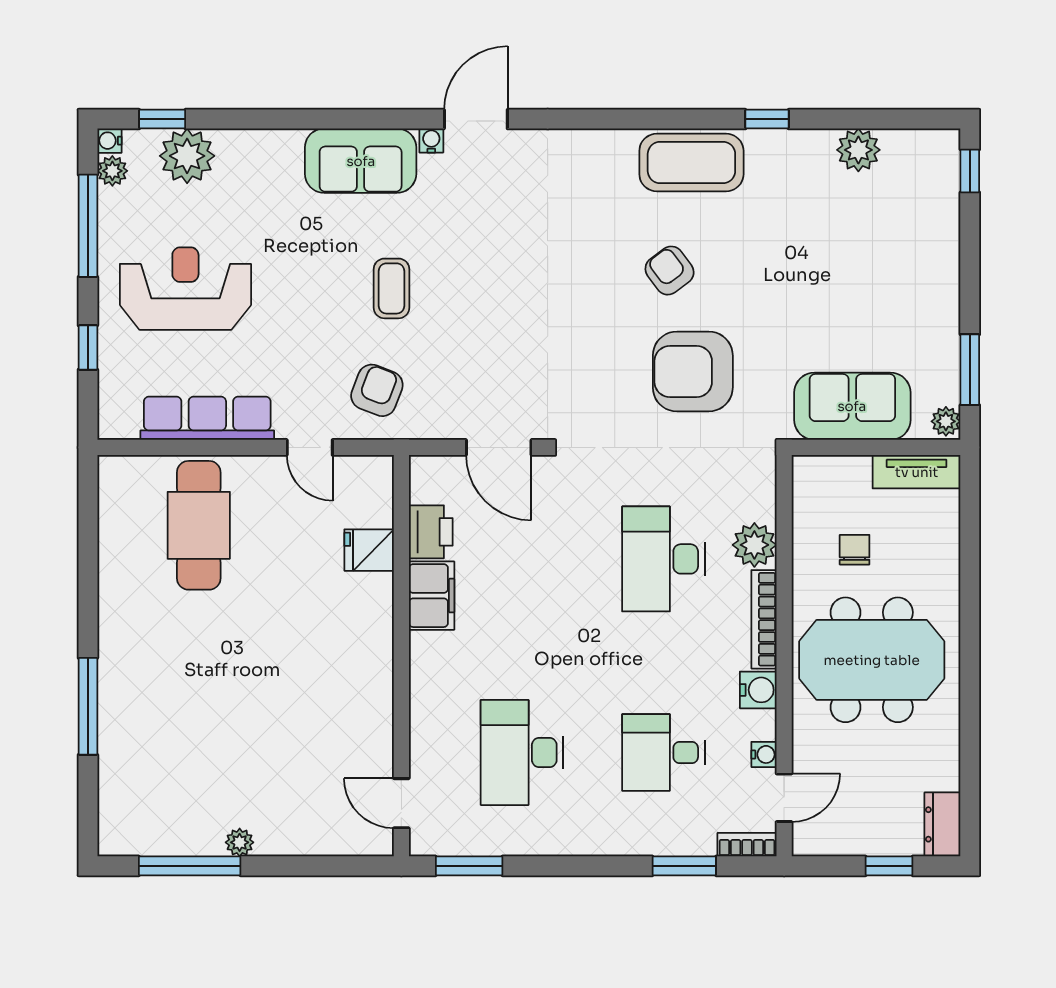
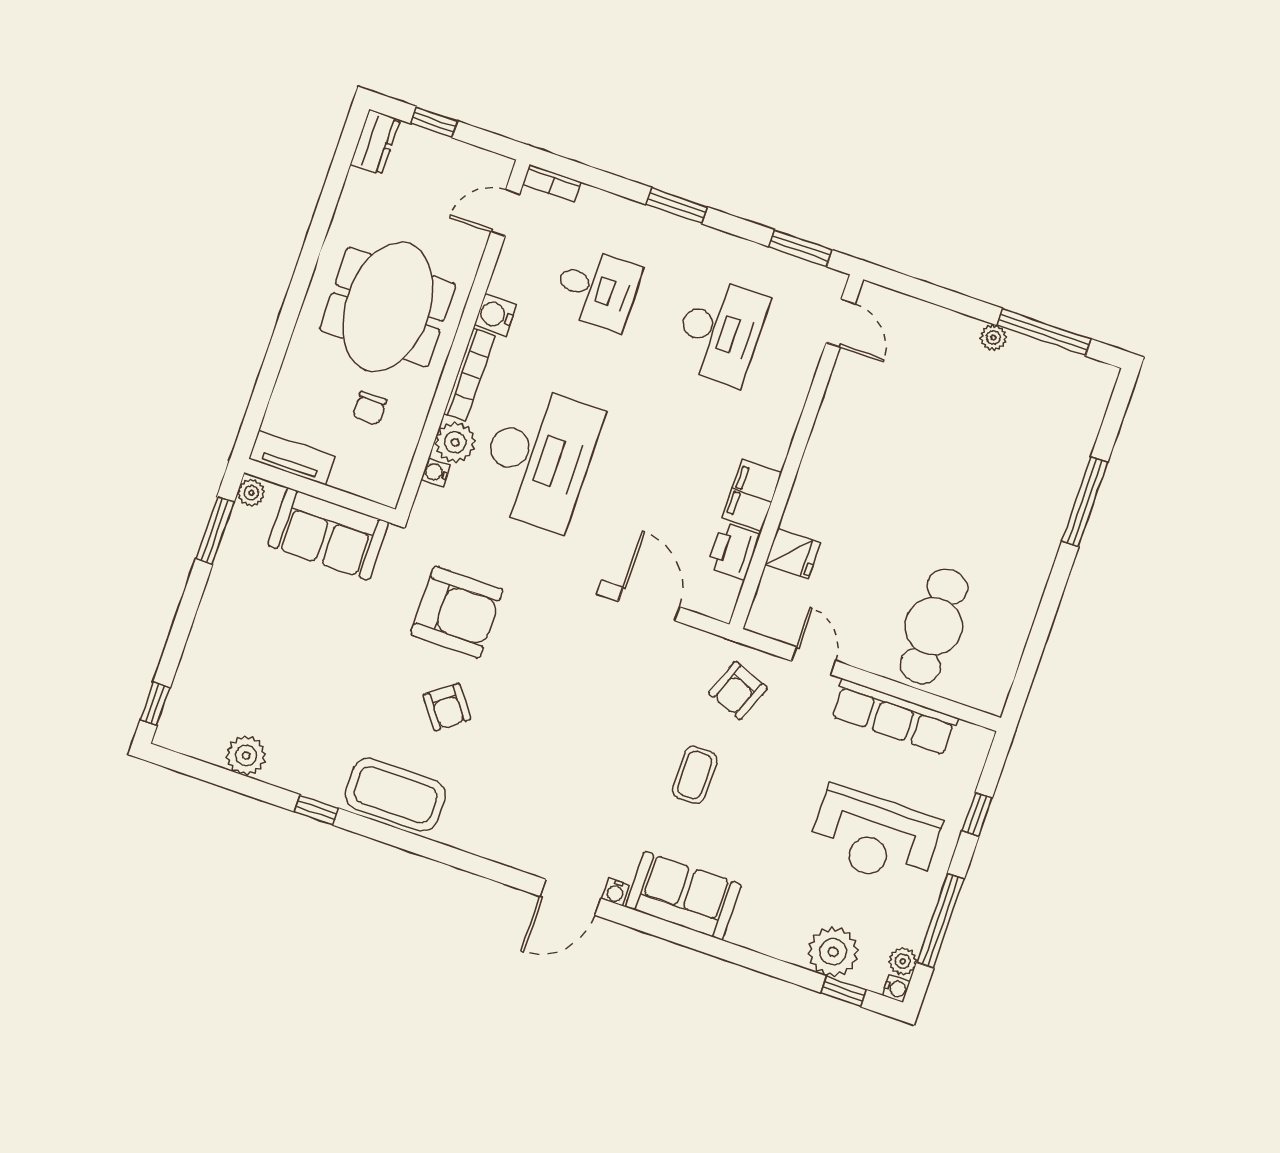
desk: (663, 559) -> (539, 458), width x1.36, depth x1.30
meeting table: (872, 660) -> (388, 307), turned 90
water cooler: (764, 754) -> (436, 472), moved
window: (684, 866) -> (677, 206), moved

